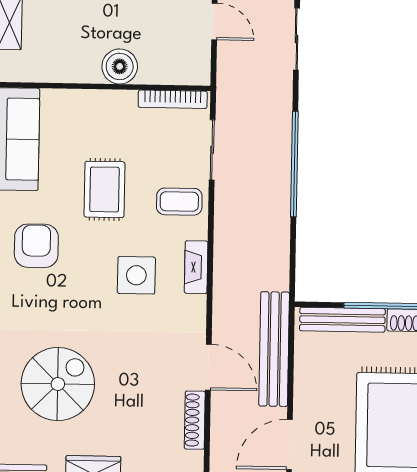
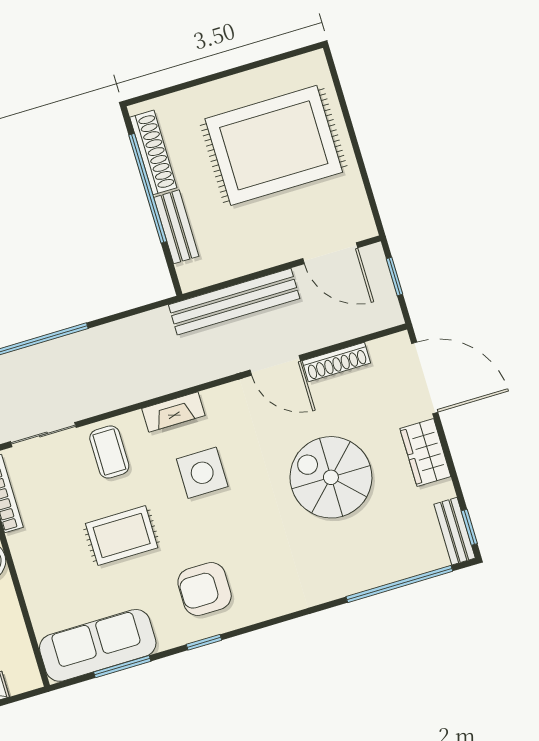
bench: (342, 320) -> (176, 227), width x0.73
door: (208, 367) -> (275, 365), swing flipped
spiral stairs: (58, 384) -> (331, 477), moved

